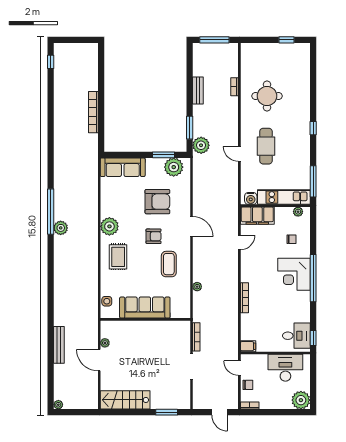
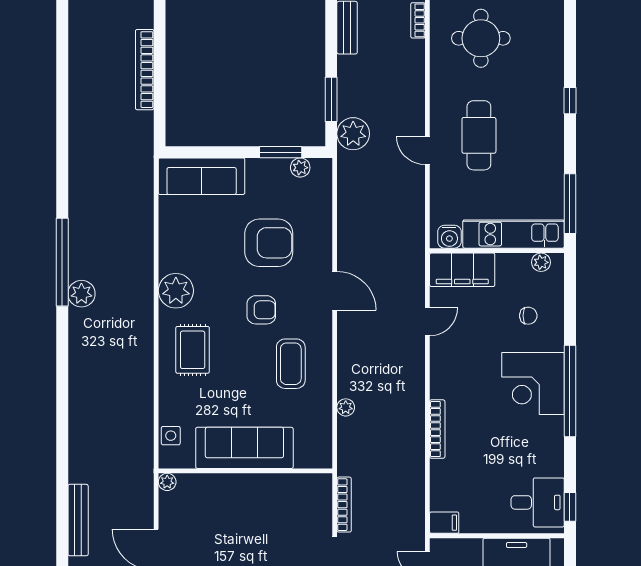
plant: (174, 167) -> (300, 168), width x0.53, depth x0.53
plant: (105, 343) -> (167, 482), moved

